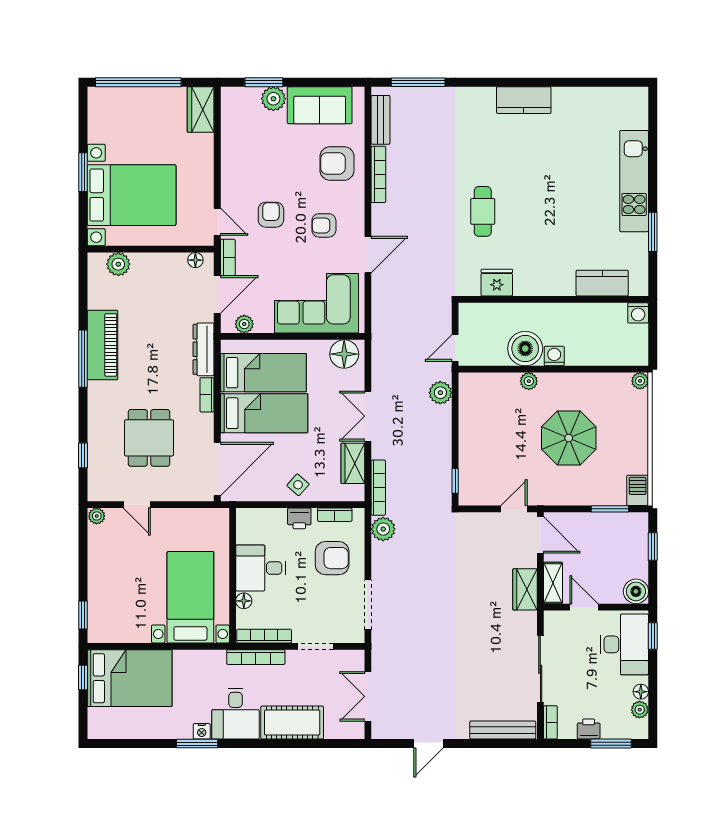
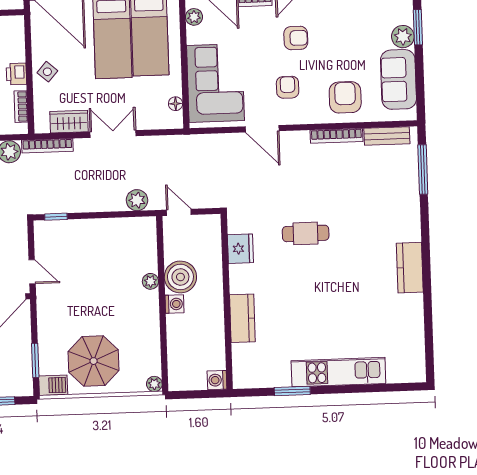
kitchen counter: (602, 283) -> (242, 318), moved
floor lamp: (344, 354) -> (176, 104), width x0.53, depth x0.53
parasol: (569, 438) -> (94, 361), moved

